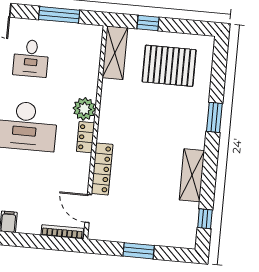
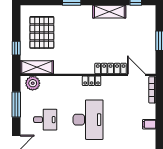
plant: (84, 109) -> (33, 83), moved
door: (88, 208) -> (136, 75), swing flipped

